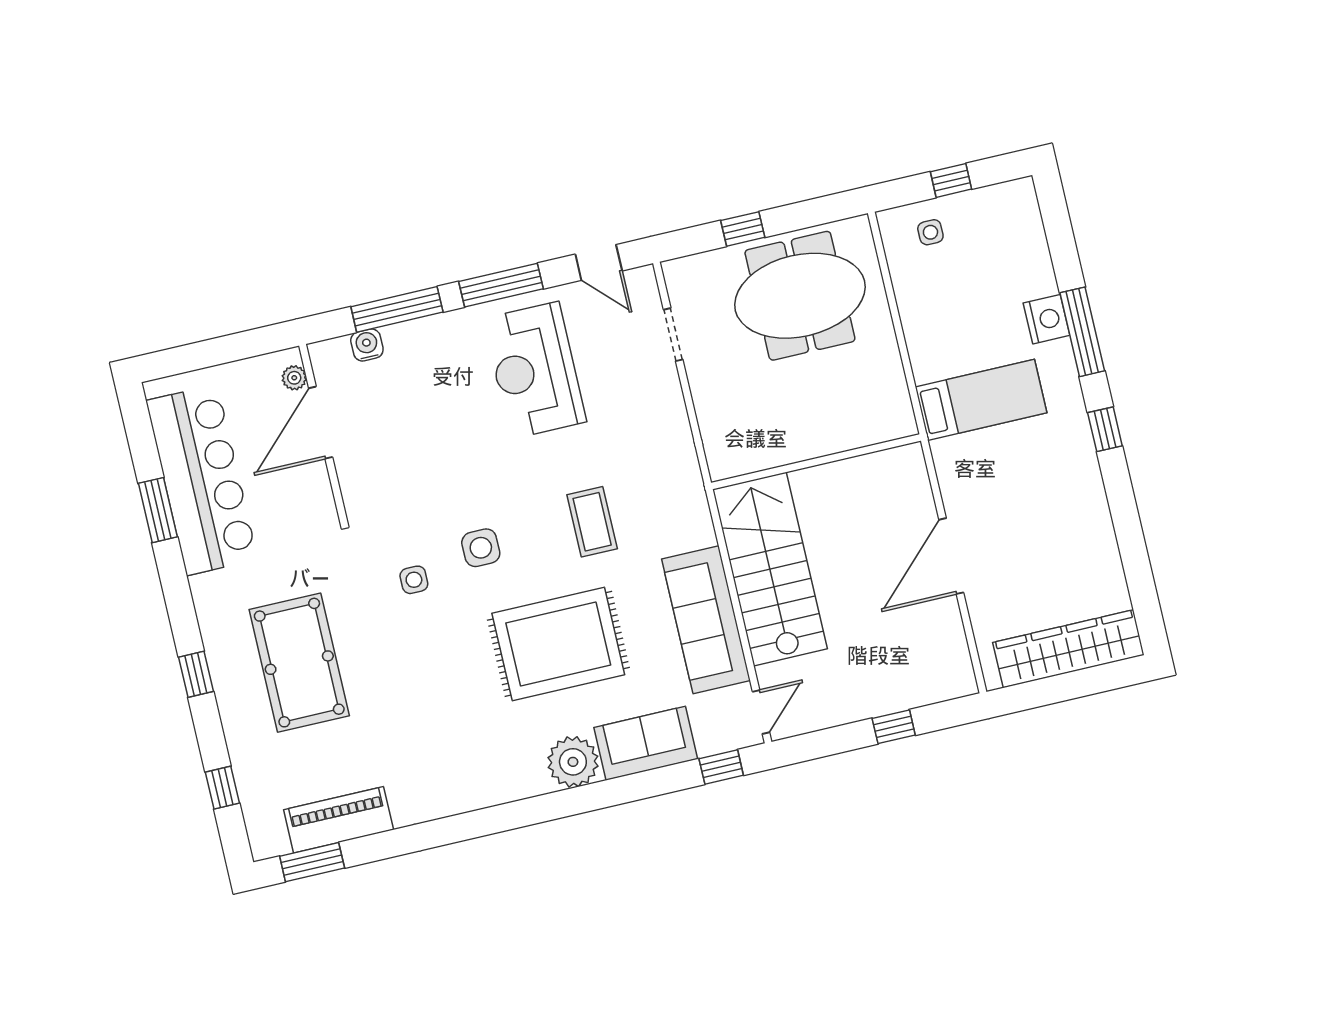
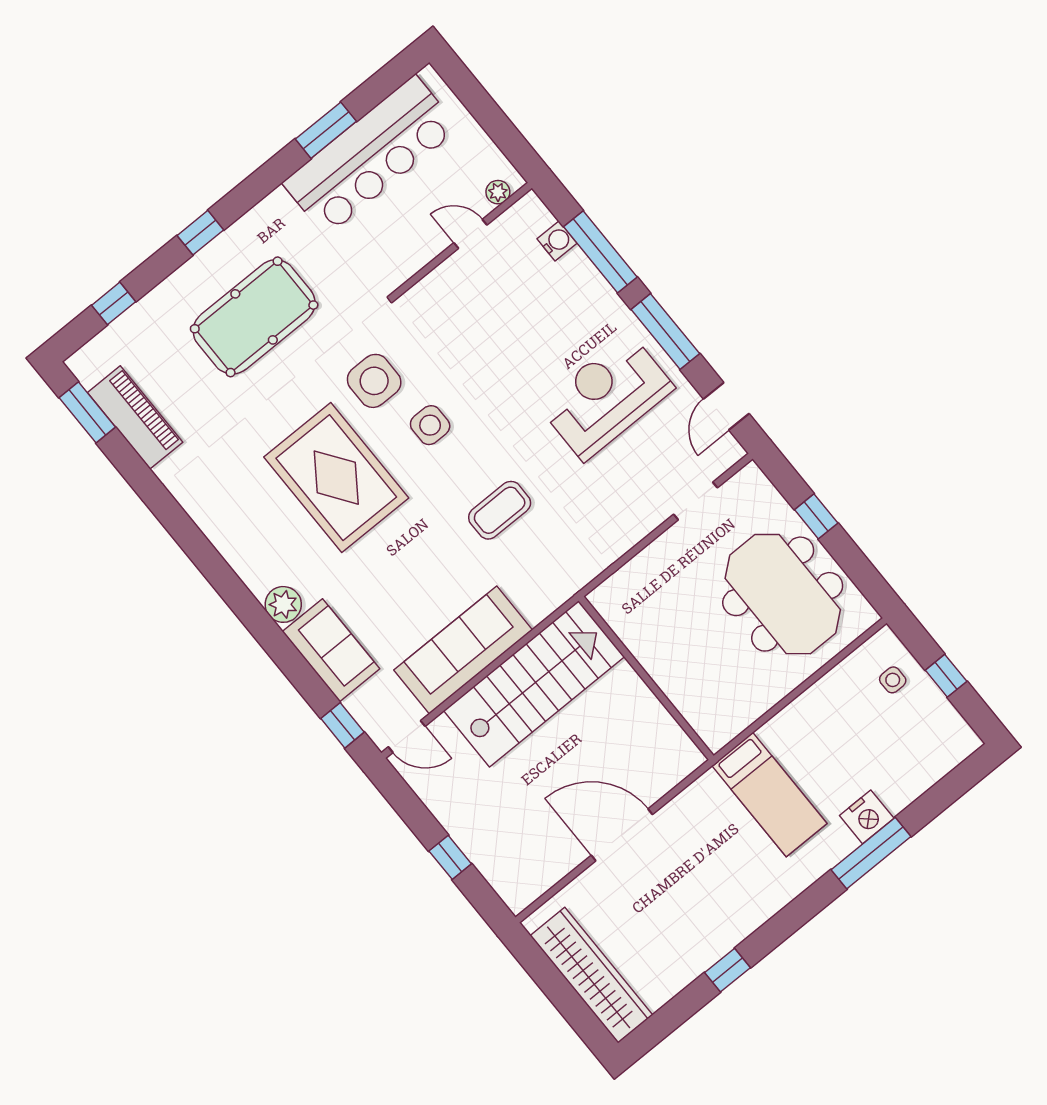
door: (321, 423) -> (470, 234), width x0.53
window: (1105, 429) -> (727, 970), moved
side table: (414, 580) -> (374, 381), width x1.87, depth x1.87
rug: (558, 644) -> (336, 478), moved
plant: (573, 762) -> (283, 604), width x0.73, depth x0.73

